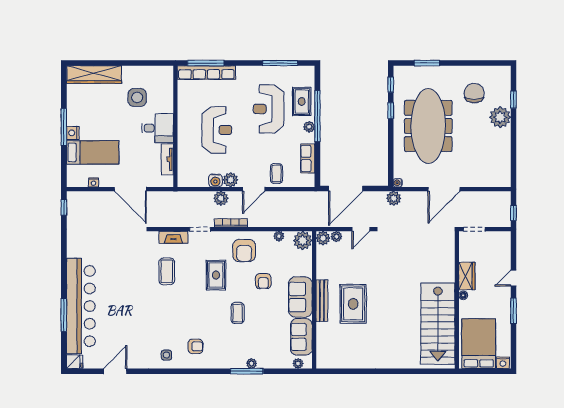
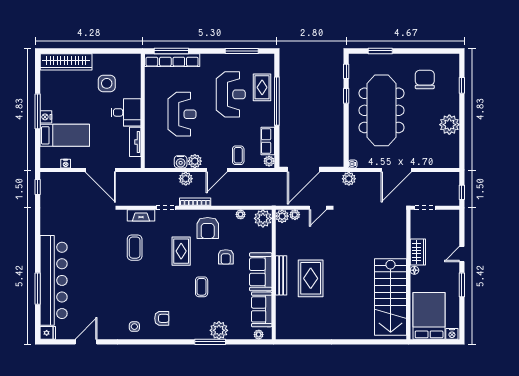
reception desk: (269, 109) -> (231, 94), turned 180
plant: (500, 117) -> (449, 125), moved
plant: (309, 127) -> (269, 161), moved
plant: (251, 363) -> (219, 330), width x1.88, depth x1.88

